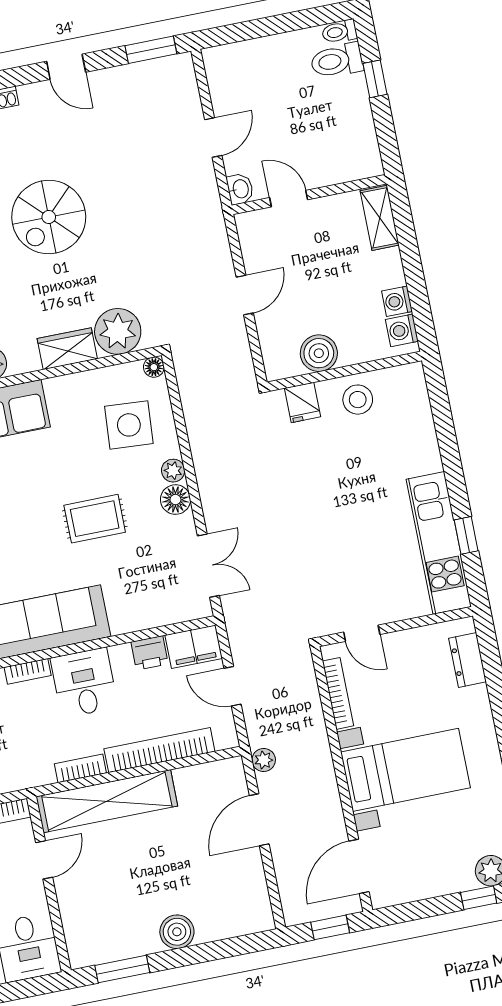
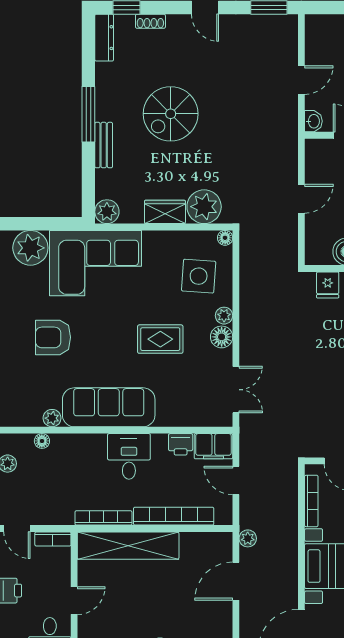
bookcase: (28, 671) -> (90, 440), removed
bookcase: (80, 768) -> (103, 518), width x1.56
door: (44, 860) -> (74, 601), moved

